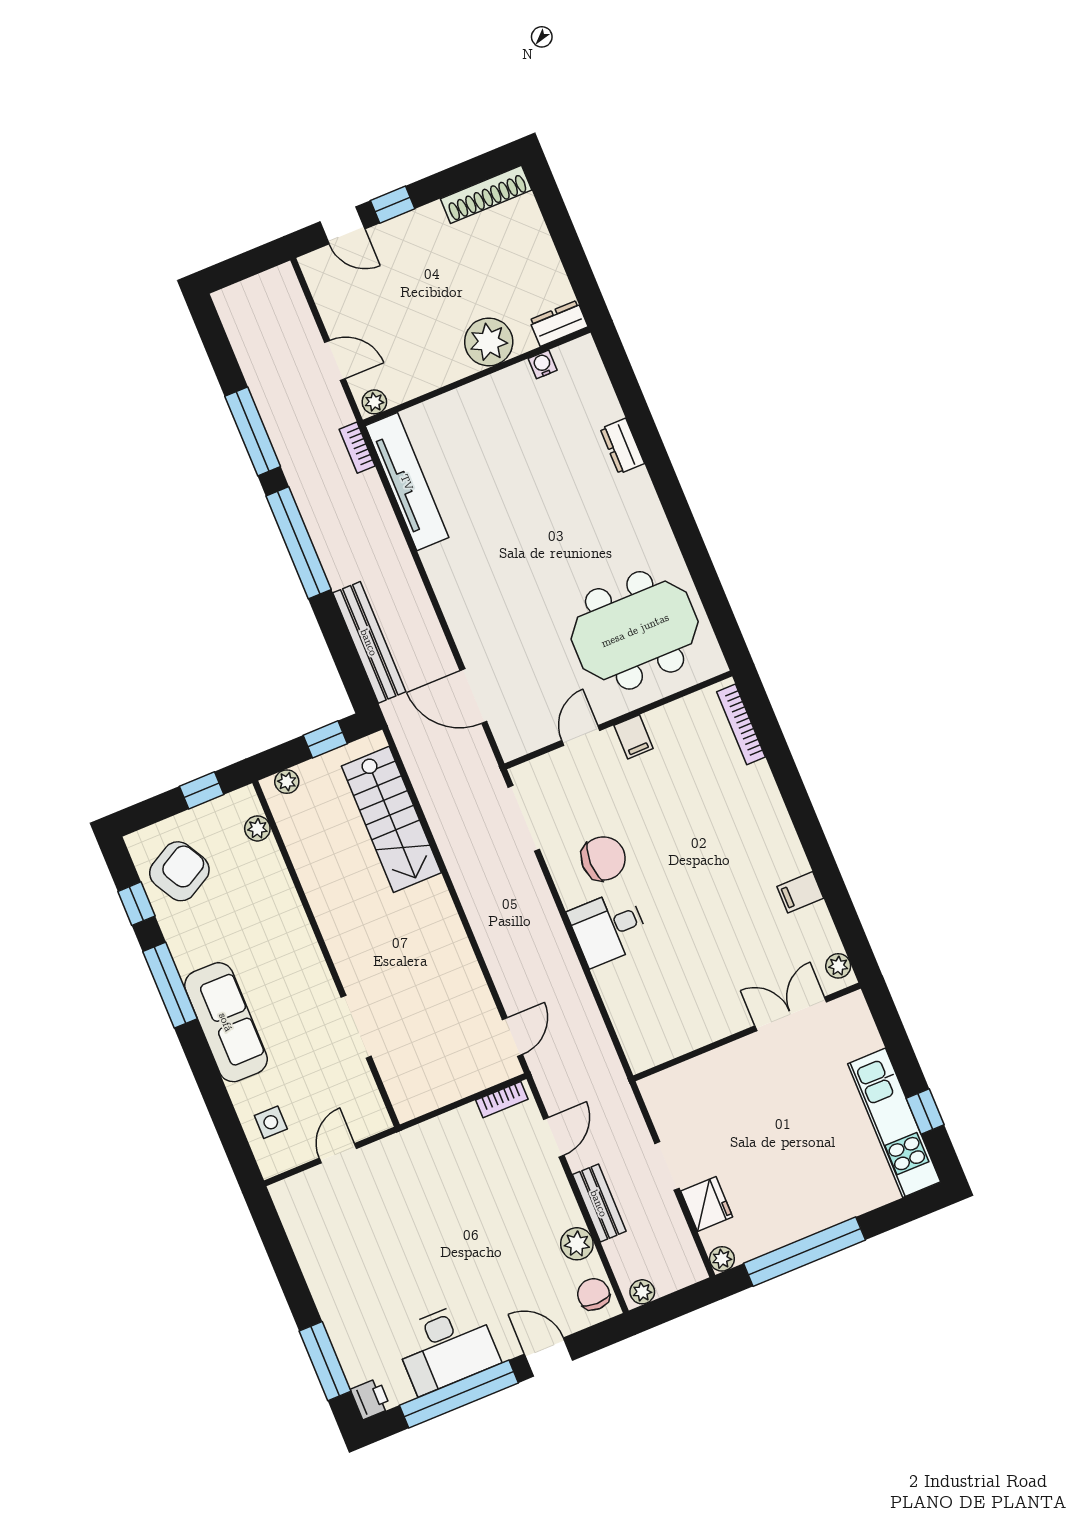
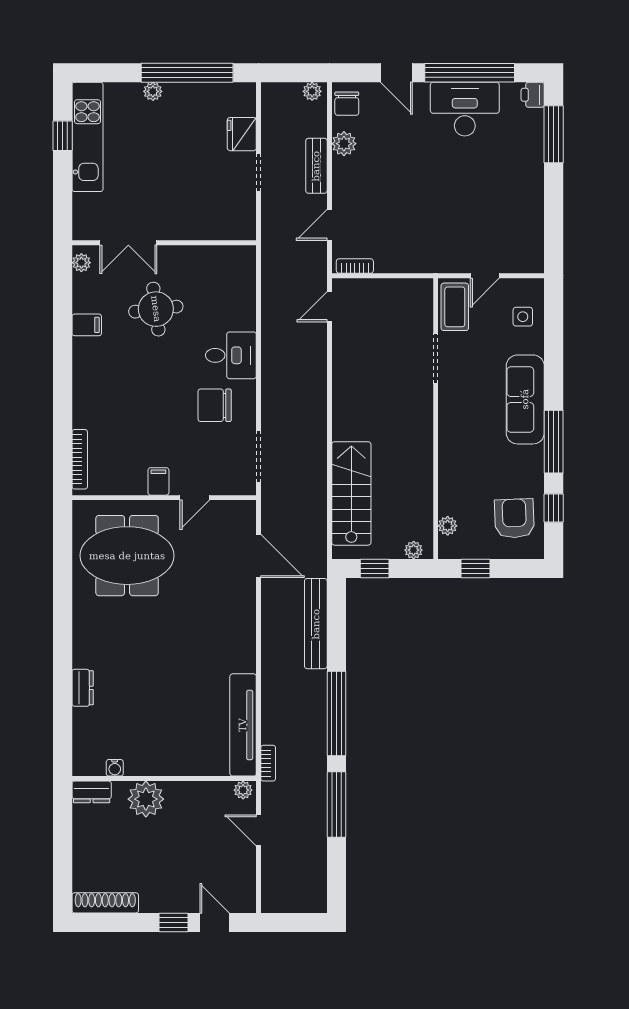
armchair: (179, 871) -> (514, 518), turned 117
round table: (724, 947) -> (156, 309), added
coffee table: (359, 1100) -> (455, 307), added
plant: (722, 1259) -> (153, 91), moved

